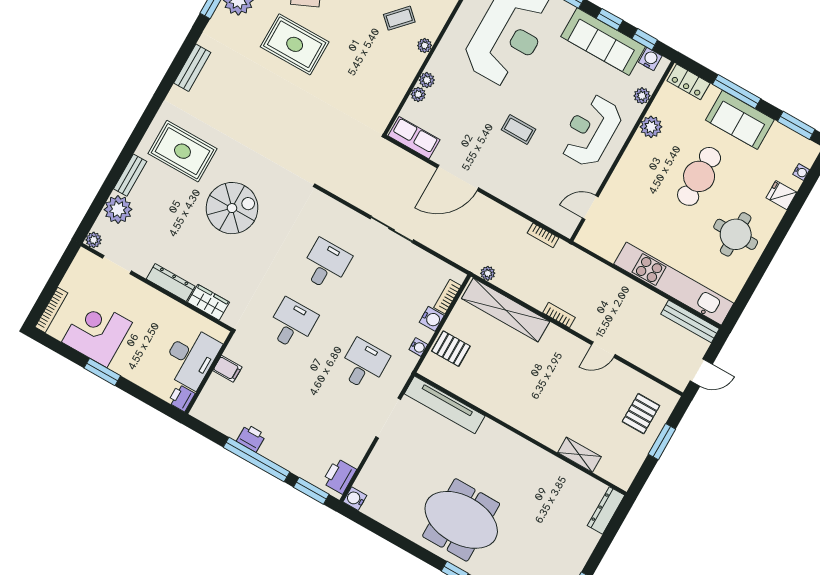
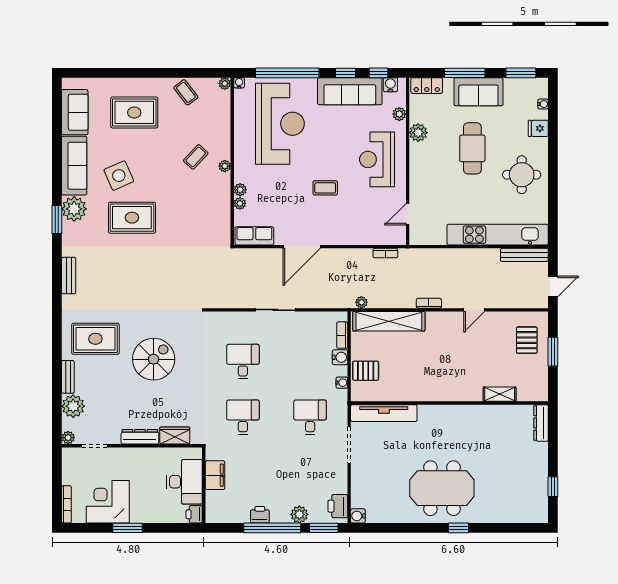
filing cabinet: (227, 369) -> (215, 475), width x2.00
plant: (293, 462) -> (299, 514), added

